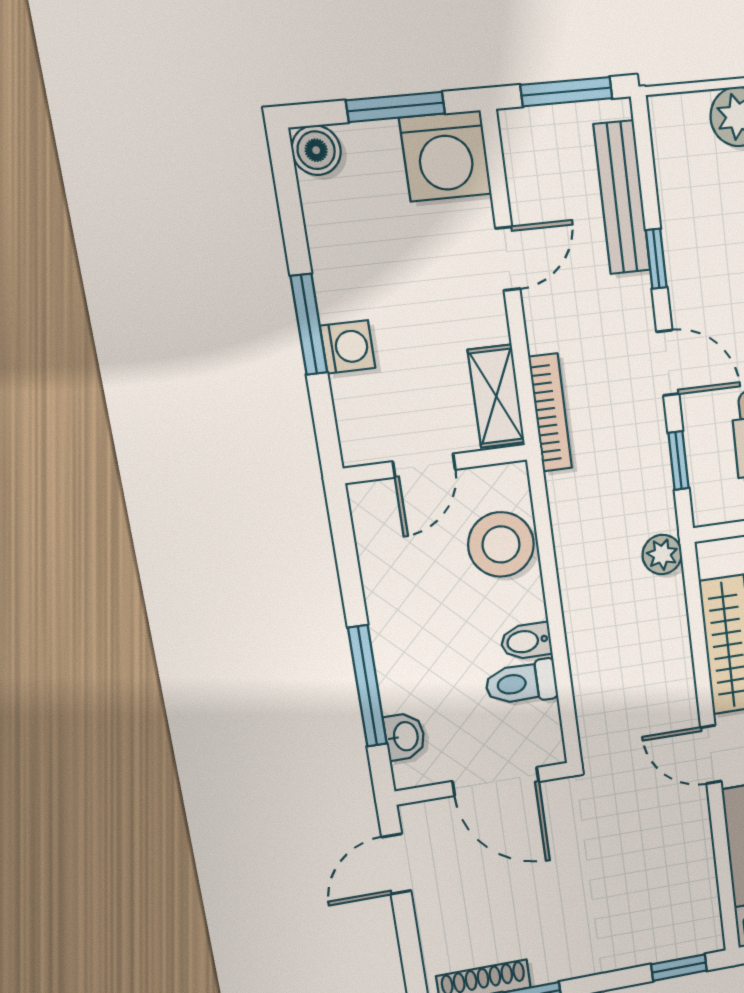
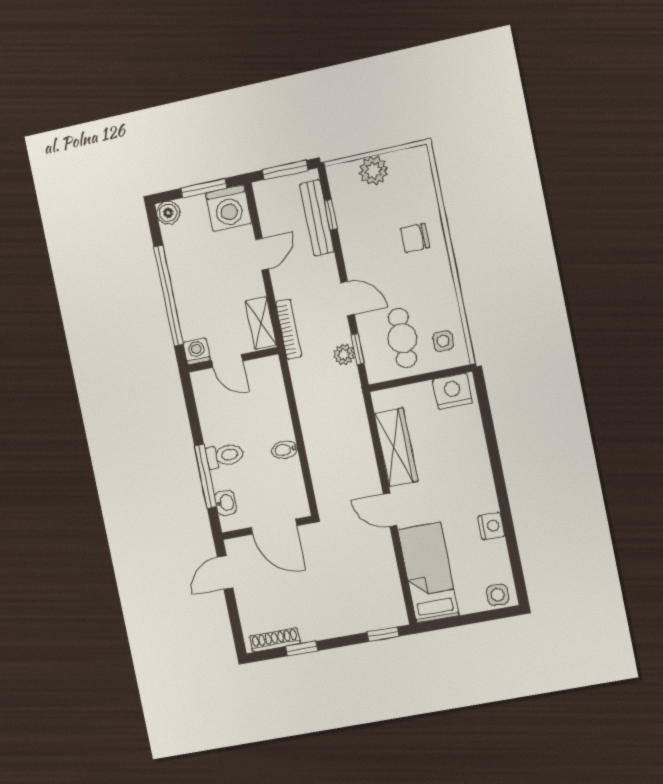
window: (656, 259) -> (331, 215), moved
window: (309, 324) -> (169, 296), width x2.11
washing machine: (348, 347) -> (197, 351), moved, turned -90
door: (424, 466) -> (227, 361), hinge flipped
stool: (501, 544) -> (268, 399), removed
plant: (662, 554) -> (344, 355), moved
toilet: (521, 683) -> (225, 456), moved, turned 180

